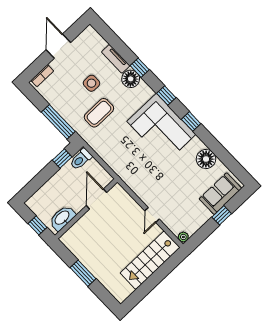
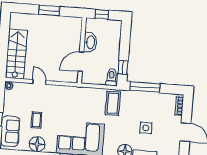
coffee table: (99, 113) -> (113, 103), moved
coffee table: (187, 182) -> (36, 120), added
door: (96, 199) -> (81, 62), swing flipped
washbasin: (62, 218) -> (90, 42), moved

